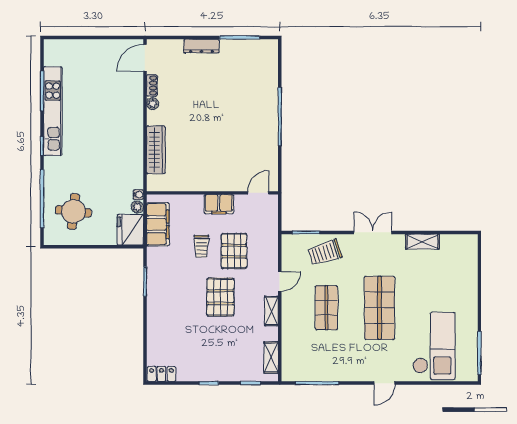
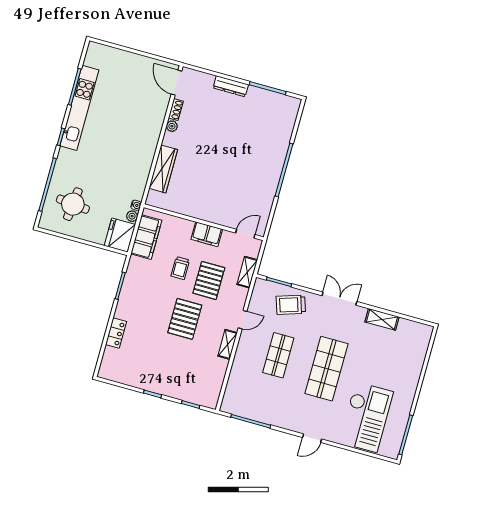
door: (145, 58) -> (177, 83), hinge flipped
shelving: (271, 358) -> (247, 272), moved
locker: (161, 374) -> (116, 333), moved, turned 90

